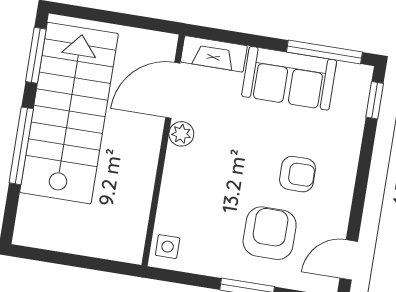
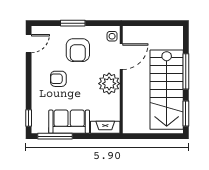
door: (173, 90) -> (121, 57), moved
plant: (181, 134) -> (109, 84), width x1.88, depth x1.88
armchair: (270, 233) -> (78, 50), moved

